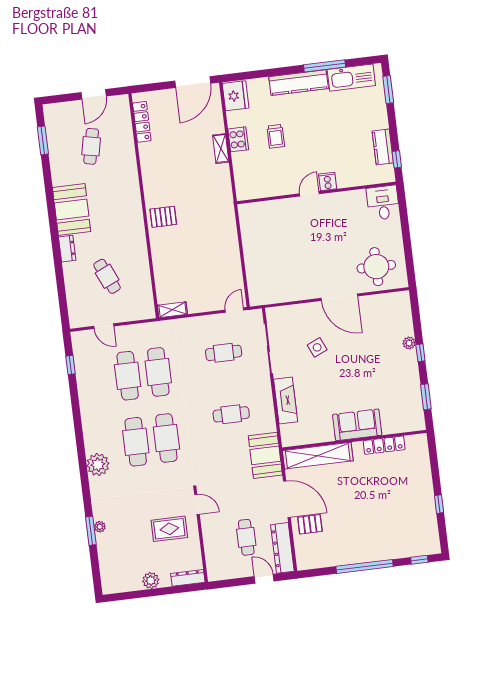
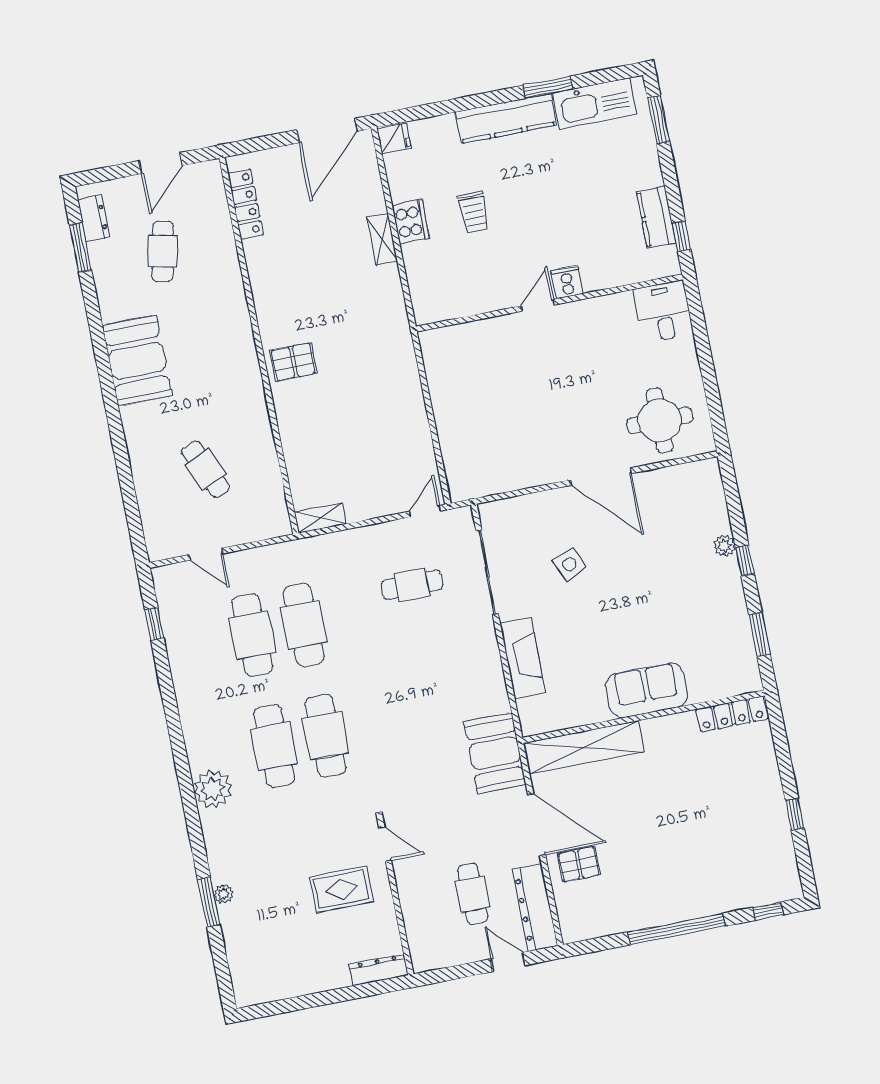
window: (325, 66) -> (548, 87), width x0.69
fridge: (236, 96) -> (394, 139), width x0.53, depth x0.75
dresser: (67, 249) -> (94, 219), moved
cafe table: (231, 414) -> (432, 688), removed
locker: (384, 445) -> (732, 714), moved
plant: (151, 580) -> (316, 979), removed

